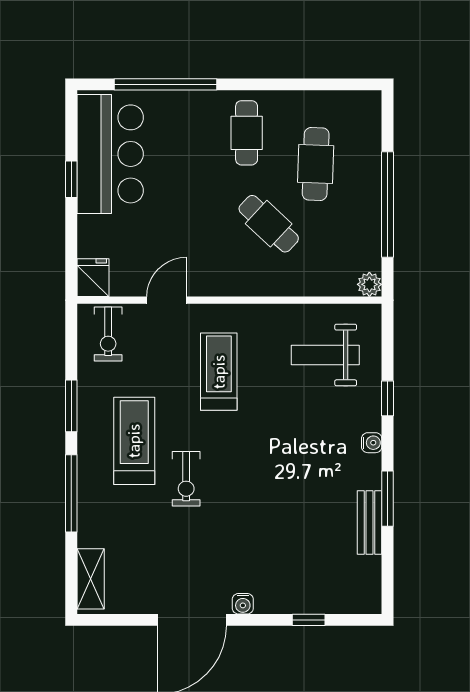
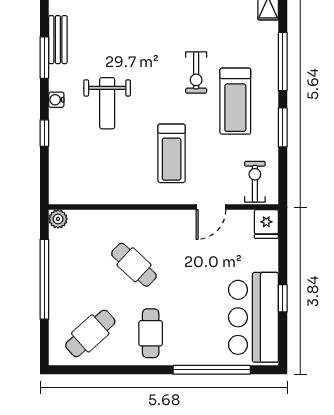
cafe table: (316, 164) -> (90, 333), moved, turned 46
weight bench: (325, 355) -> (107, 103), moved, turned 90
exercise bike: (186, 479) -> (196, 72), turned 180

